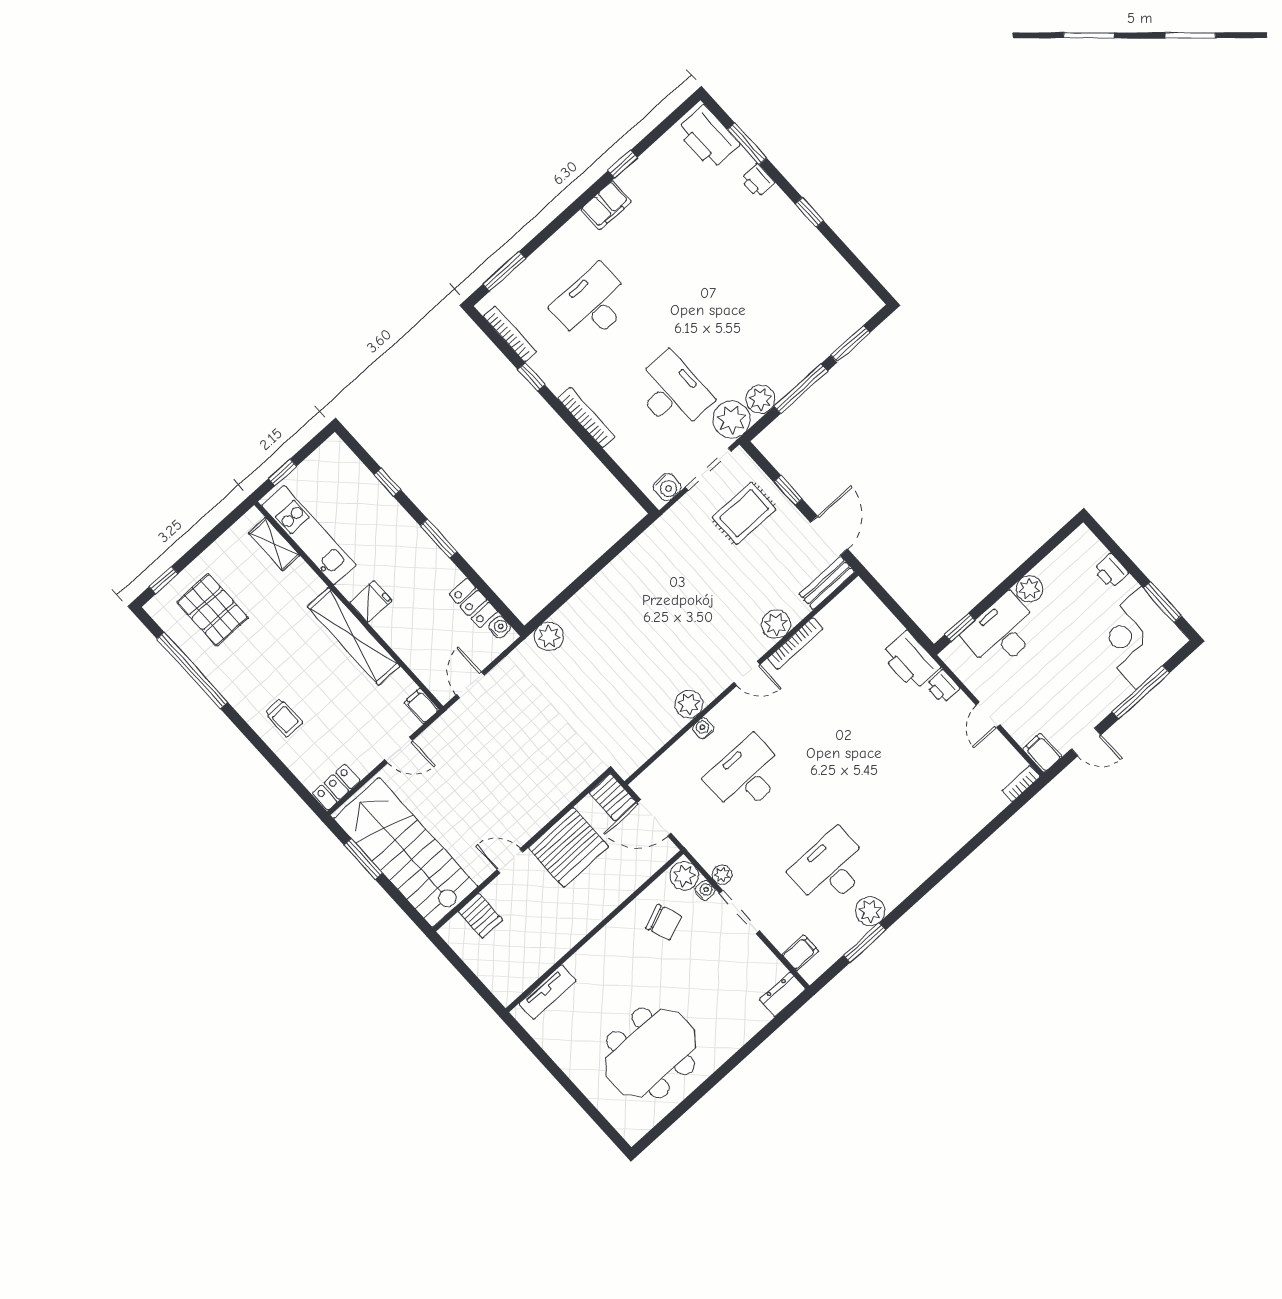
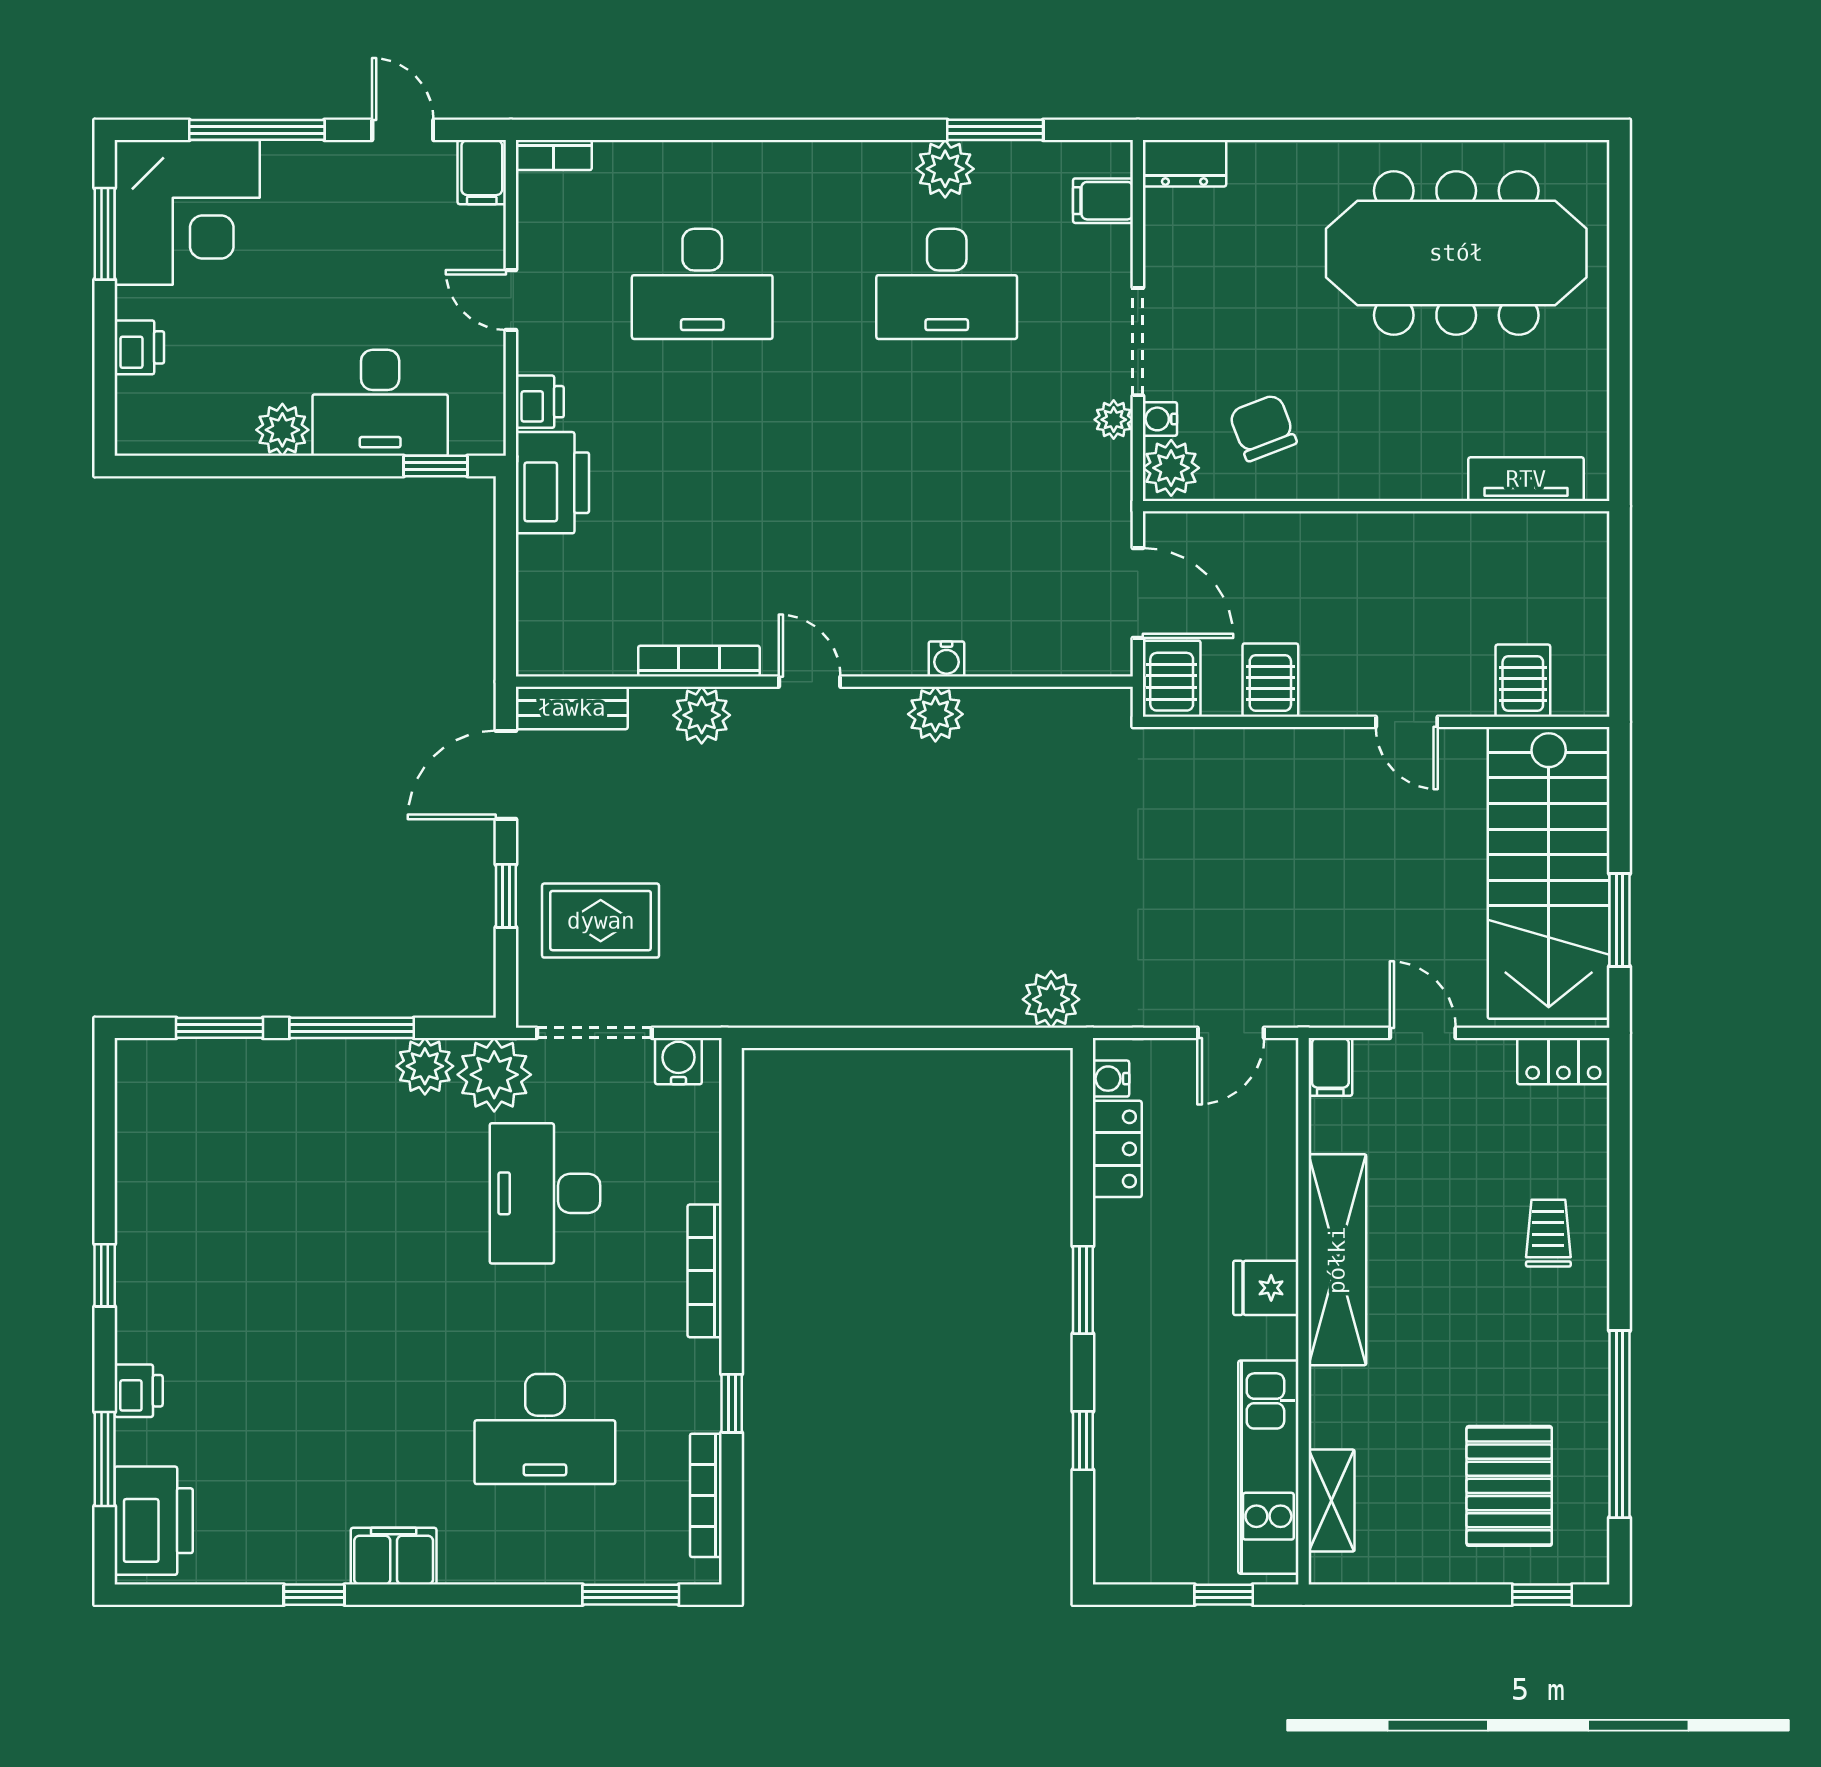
door: (988, 715) -> (511, 300), swing flipped
desk: (746, 776) -> (702, 284), moved
server rack: (568, 847) -> (1270, 680), width x0.46, depth x0.70
meeting table: (650, 1053) -> (1456, 253), width x1.36

